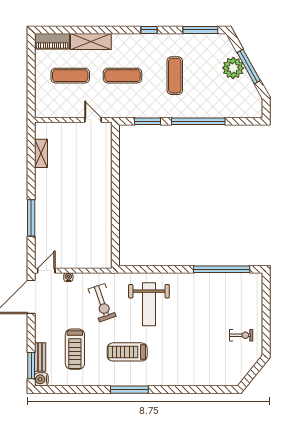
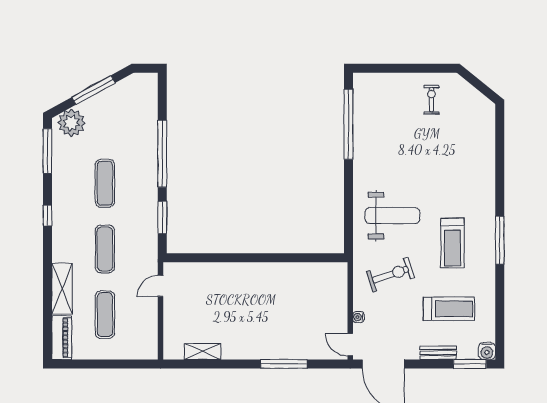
plant: (233, 68) -> (71, 123), moved
exercise mat: (175, 76) -> (105, 183), turned 90
bench: (40, 357) -> (438, 353), moved

